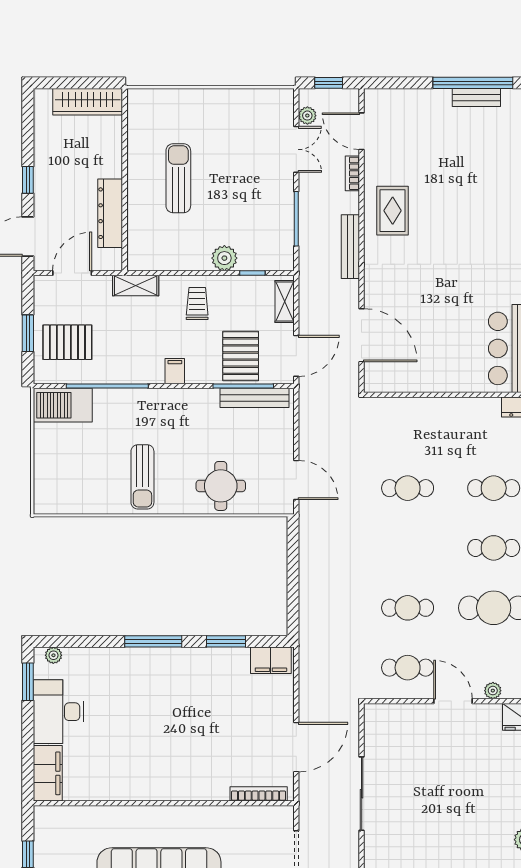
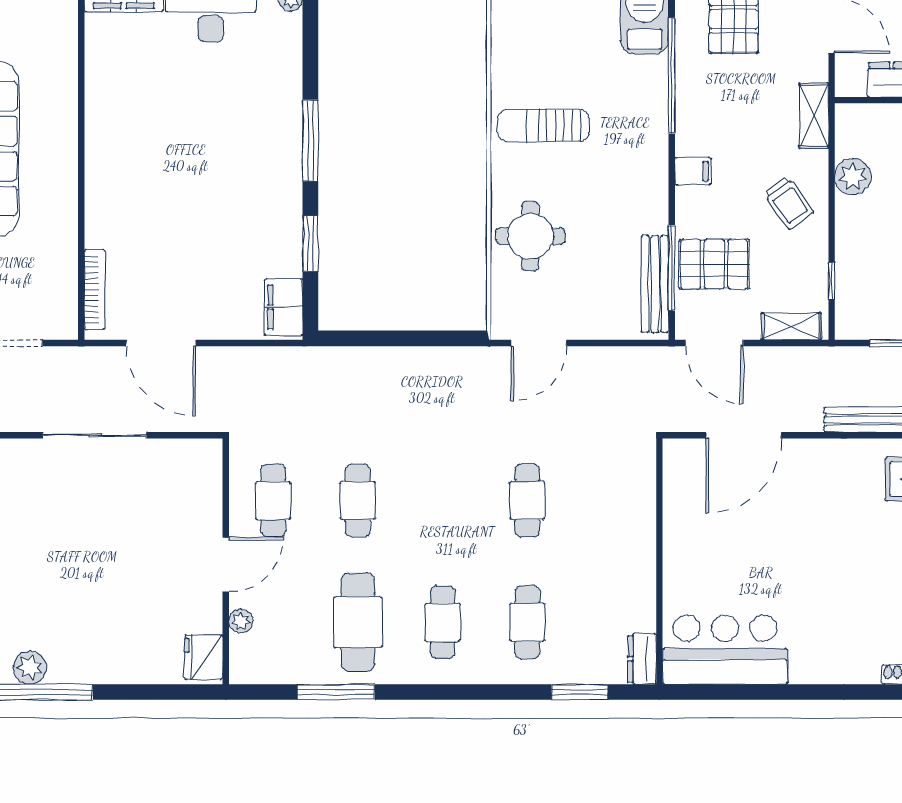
plant: (224, 258) -> (853, 177), moved
trolley: (197, 304) -> (788, 203), turned 55

